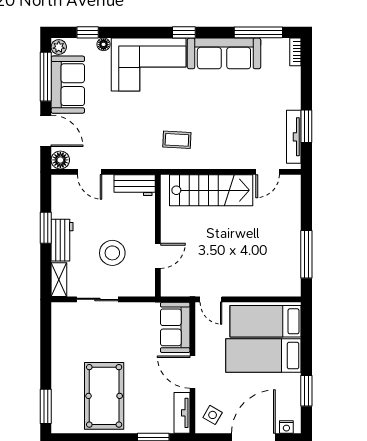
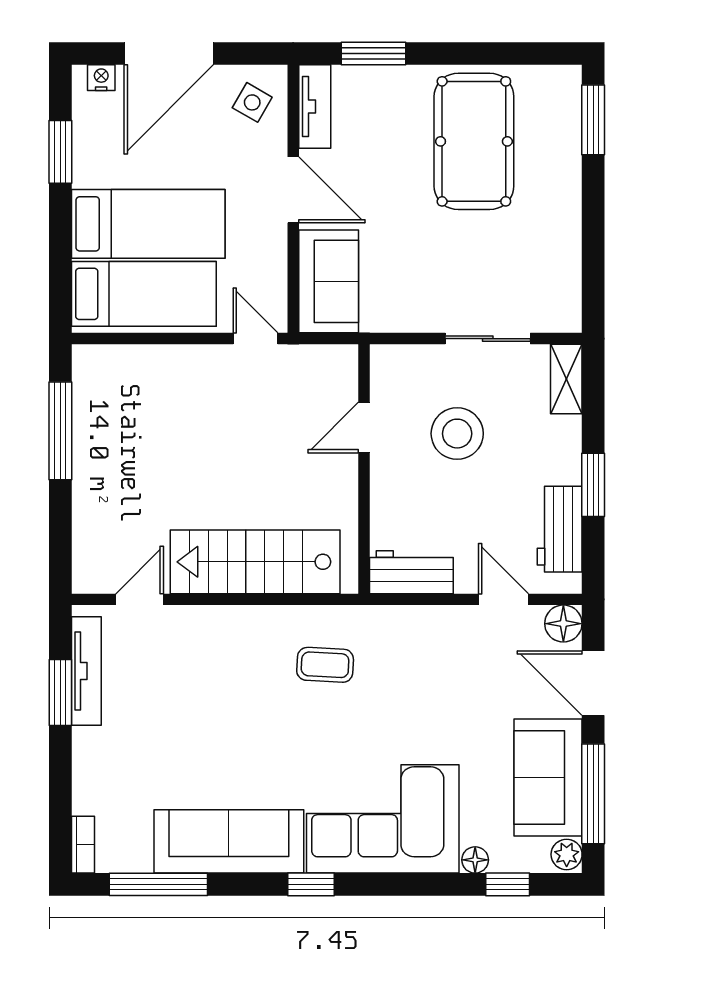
workbench: (62, 240) -> (560, 529), moved

